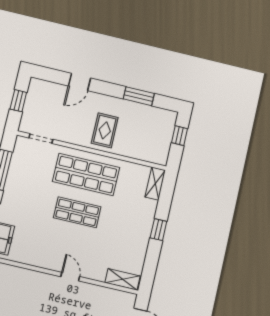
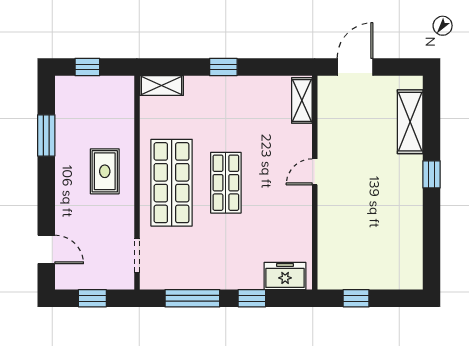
door: (79, 82) -> (46, 249), moved
rug: (105, 130) -> (105, 171), turned 90

